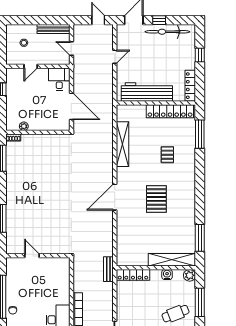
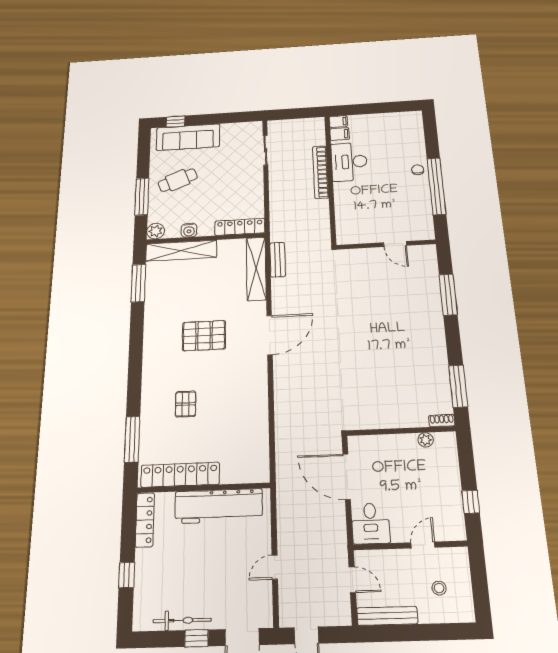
bicycle: (167, 32) -> (182, 620), width x0.73, depth x0.71
shelving: (123, 144) -> (256, 269), moved
pallet: (156, 199) -> (204, 336), turned 90
bench: (108, 269) -> (278, 260), moved

